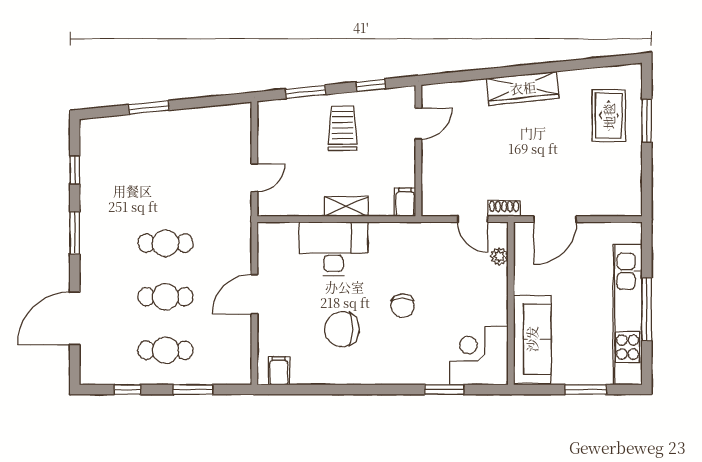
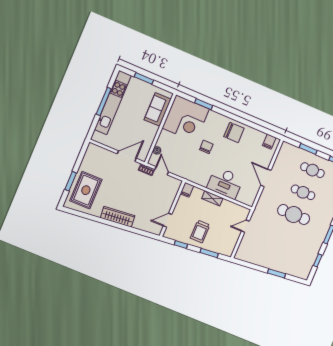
rug: (609, 116) -> (86, 190), width x1.36, depth x1.43
cafe table: (165, 243) -> (294, 214), width x1.37, depth x1.35
door: (254, 294) -> (266, 178), swing flipped
chair: (342, 329) -> (234, 132), moved
sofa: (532, 339) -> (158, 109), width x0.73
corner desk: (479, 356) -> (186, 118), width x1.36, depth x1.36

